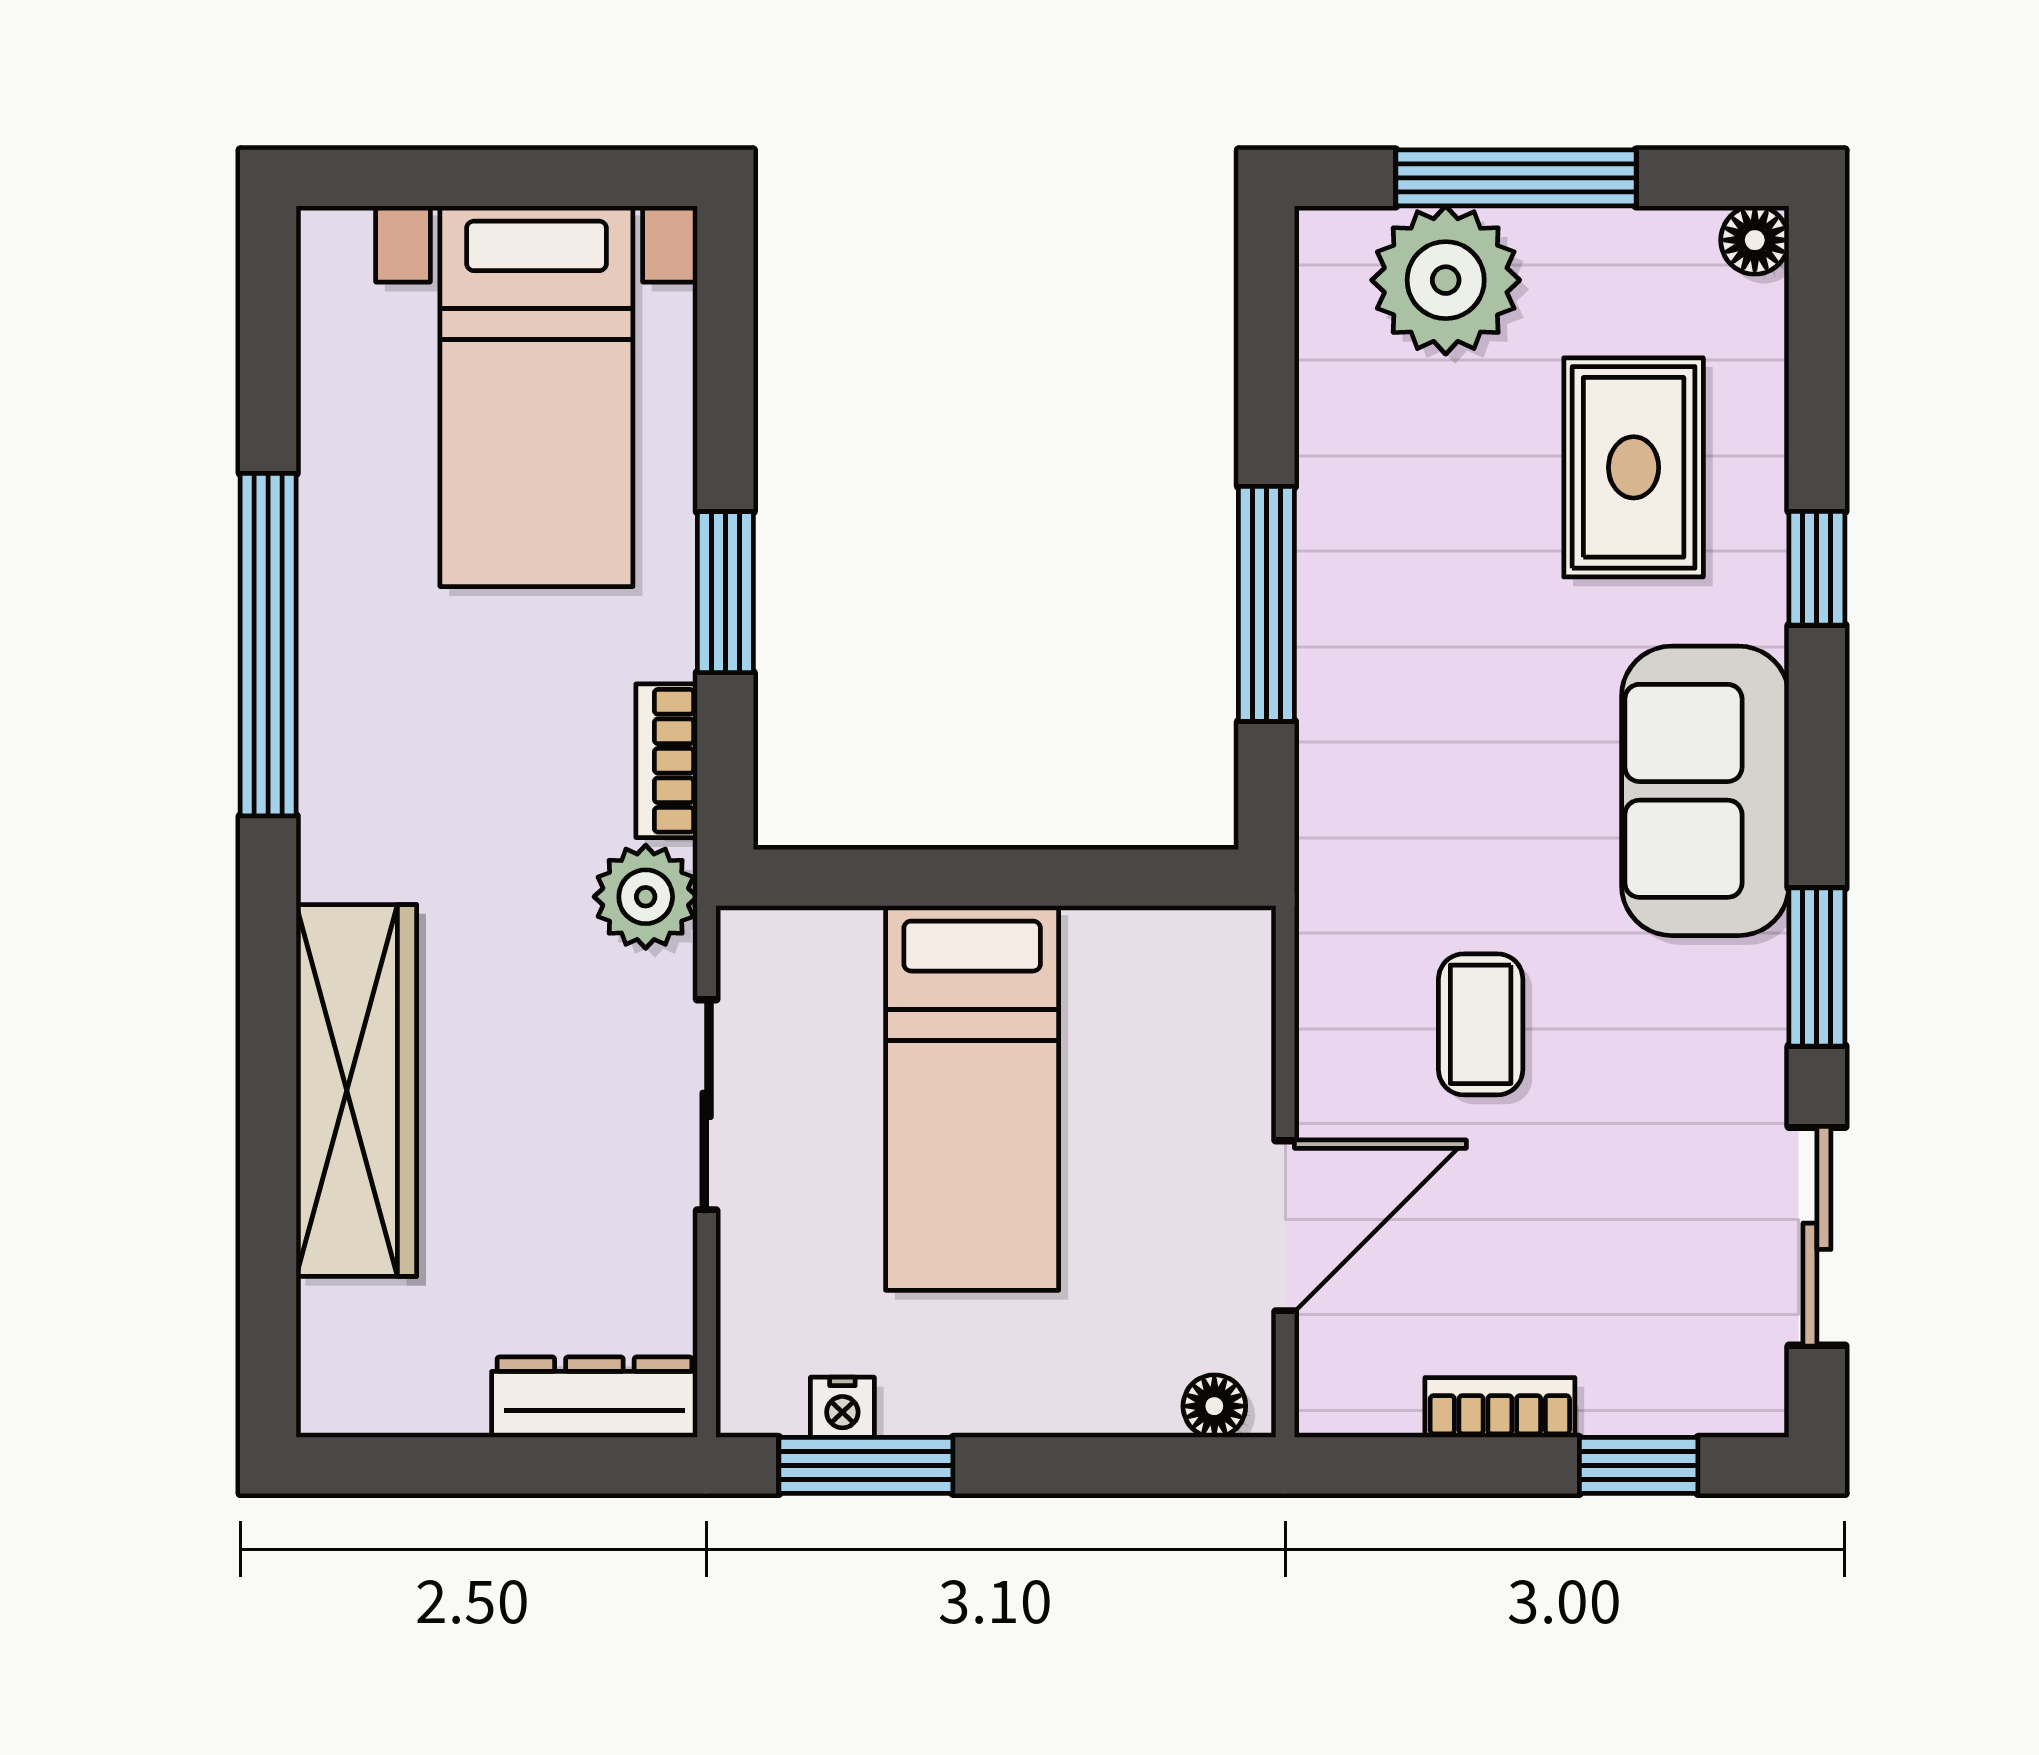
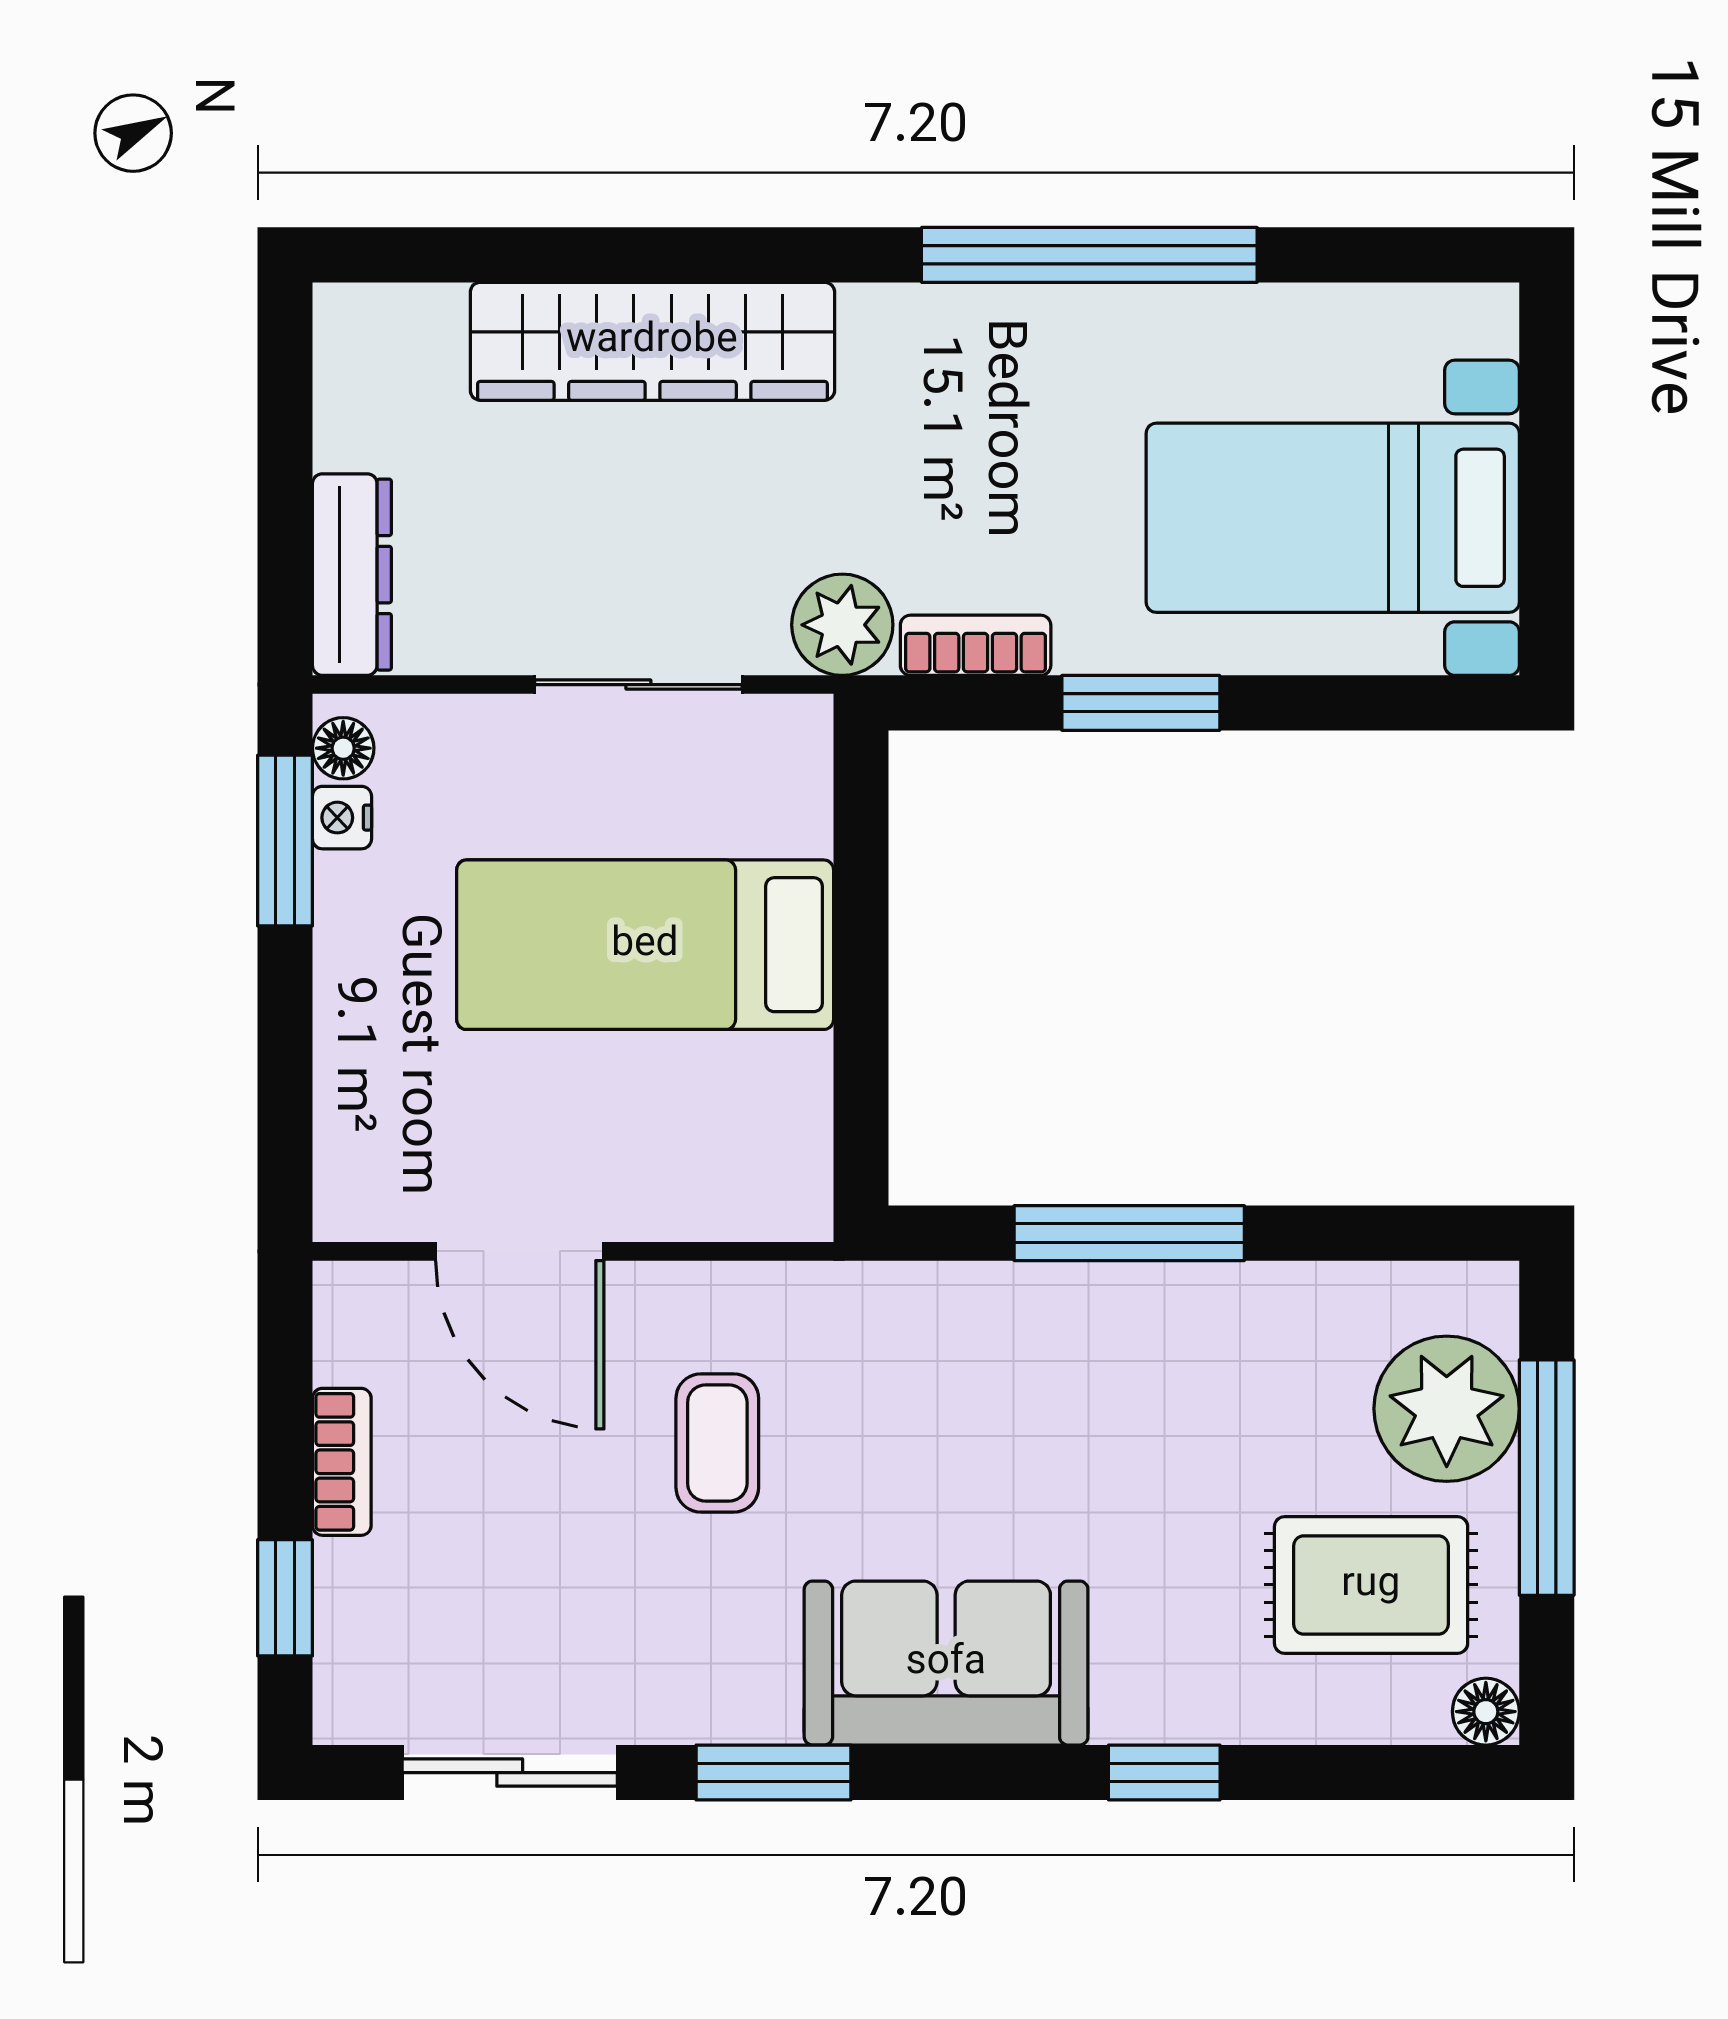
rug: (1634, 467) -> (1371, 1585), moved
coffee table: (1481, 1024) -> (717, 1443), turned 90
floor lamp: (1214, 1406) -> (343, 748), moved

